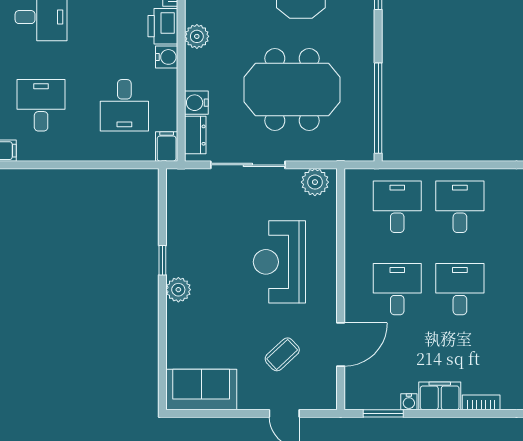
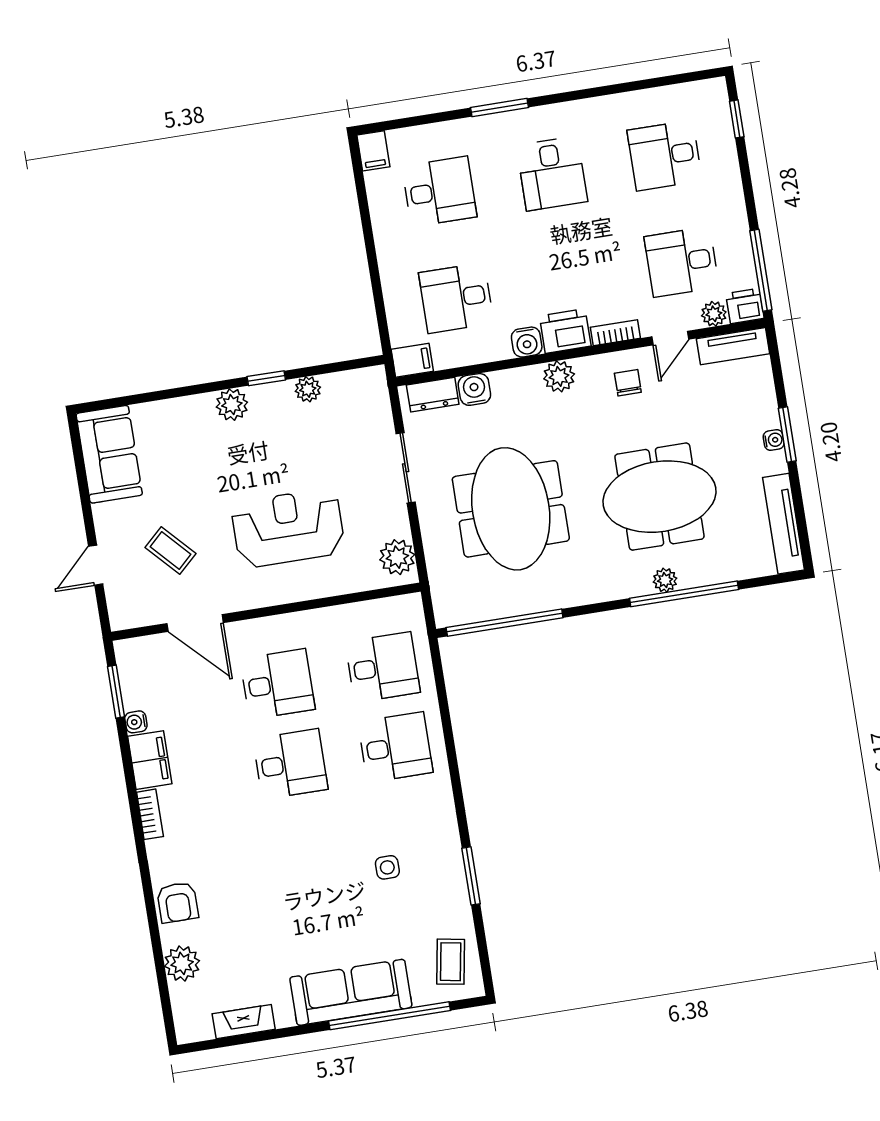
sliding door: (248, 165) -> (406, 468), width x0.73
plant: (176, 230) -> (308, 389), added

